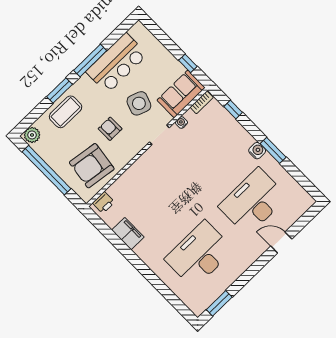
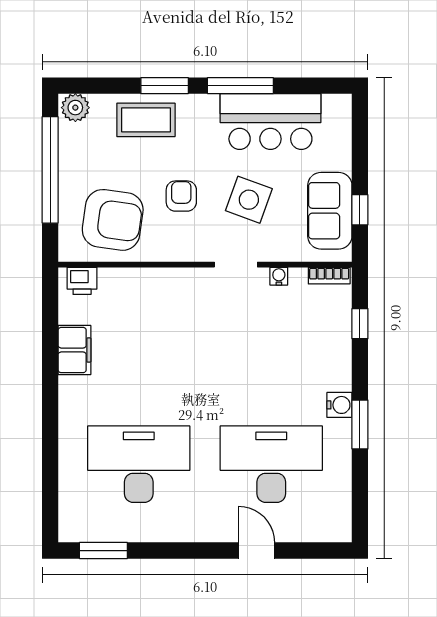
sofa: (181, 94) -> (330, 211), moved, turned -90
armchair: (92, 166) -> (113, 220), turned 180

